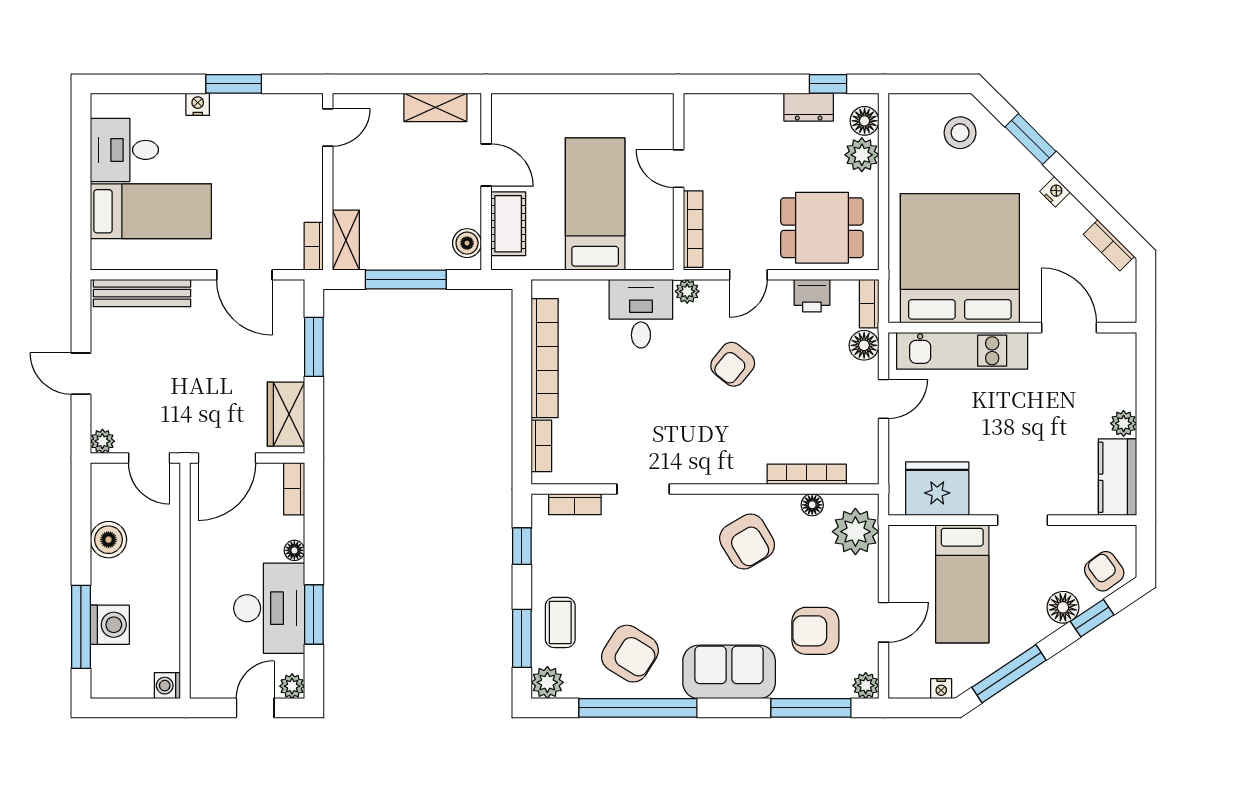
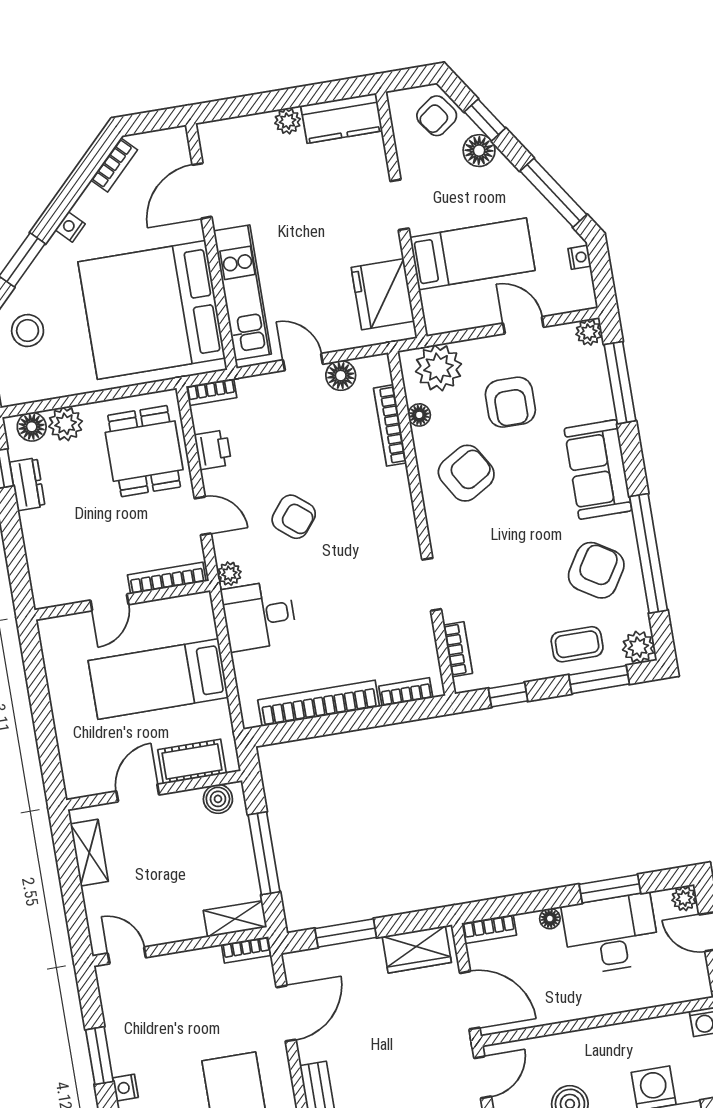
floor lamp: (864, 345) -> (341, 376), moved
armchair: (815, 631) -> (510, 402), moved

